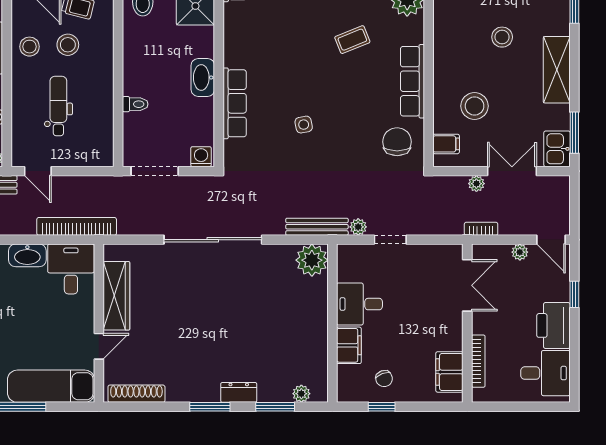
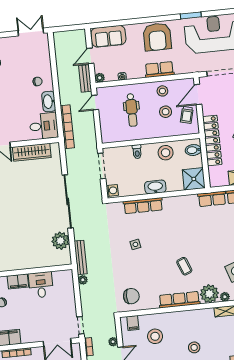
stool: (142, 52) -> (166, 153), added
row of seats: (412, 81) -> (179, 300), moved
dental chair: (58, 106) -> (132, 110), turned 90
doorway: (390, 240) -> (80, 325), moved
plant: (312, 260) -> (60, 241), moved

